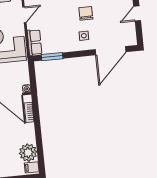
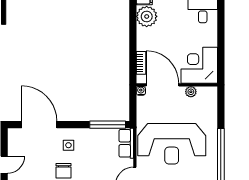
door: (111, 51) -> (39, 125), hinge flipped
window: (52, 57) -> (108, 125), width x1.44

